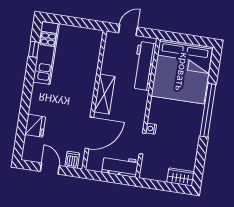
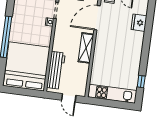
door: (128, 30) -> (69, 98), hinge flipped
kitchen unit: (46, 53) -> (112, 94), moved, turned 90

